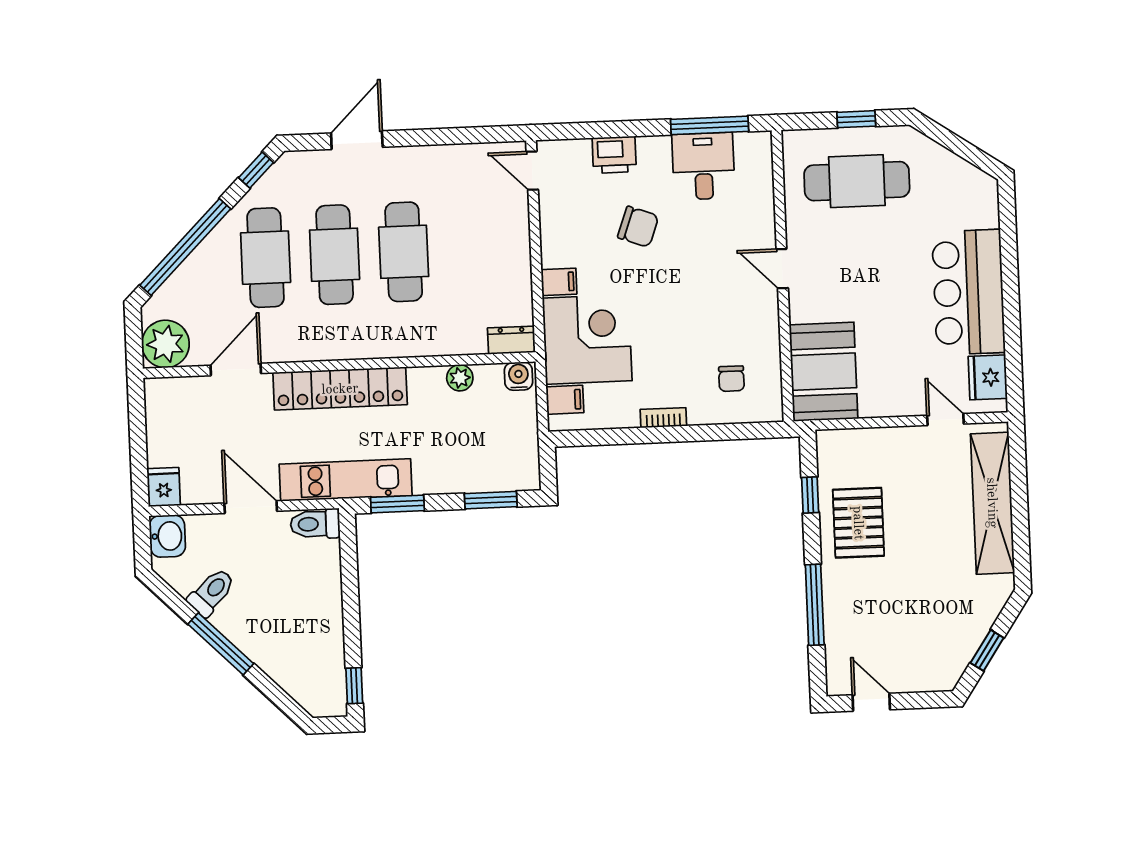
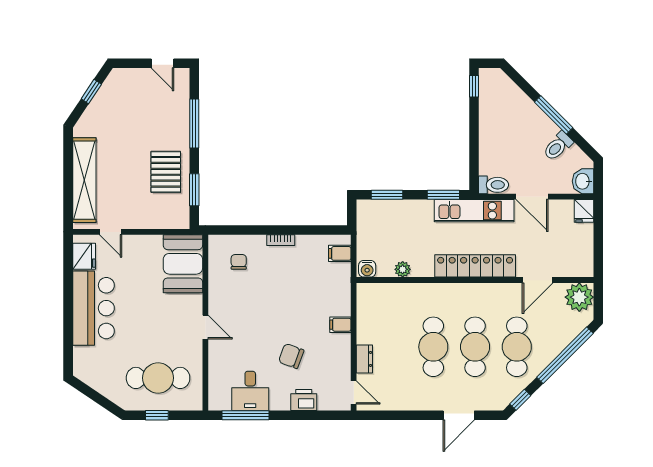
corner desk: (587, 339) -> (325, 289), removed
dresser: (511, 340) -> (364, 359), moved, turned -90
window: (810, 495) -> (194, 190), width x1.50

